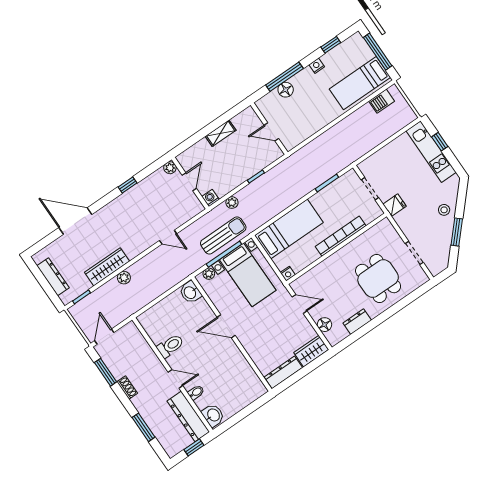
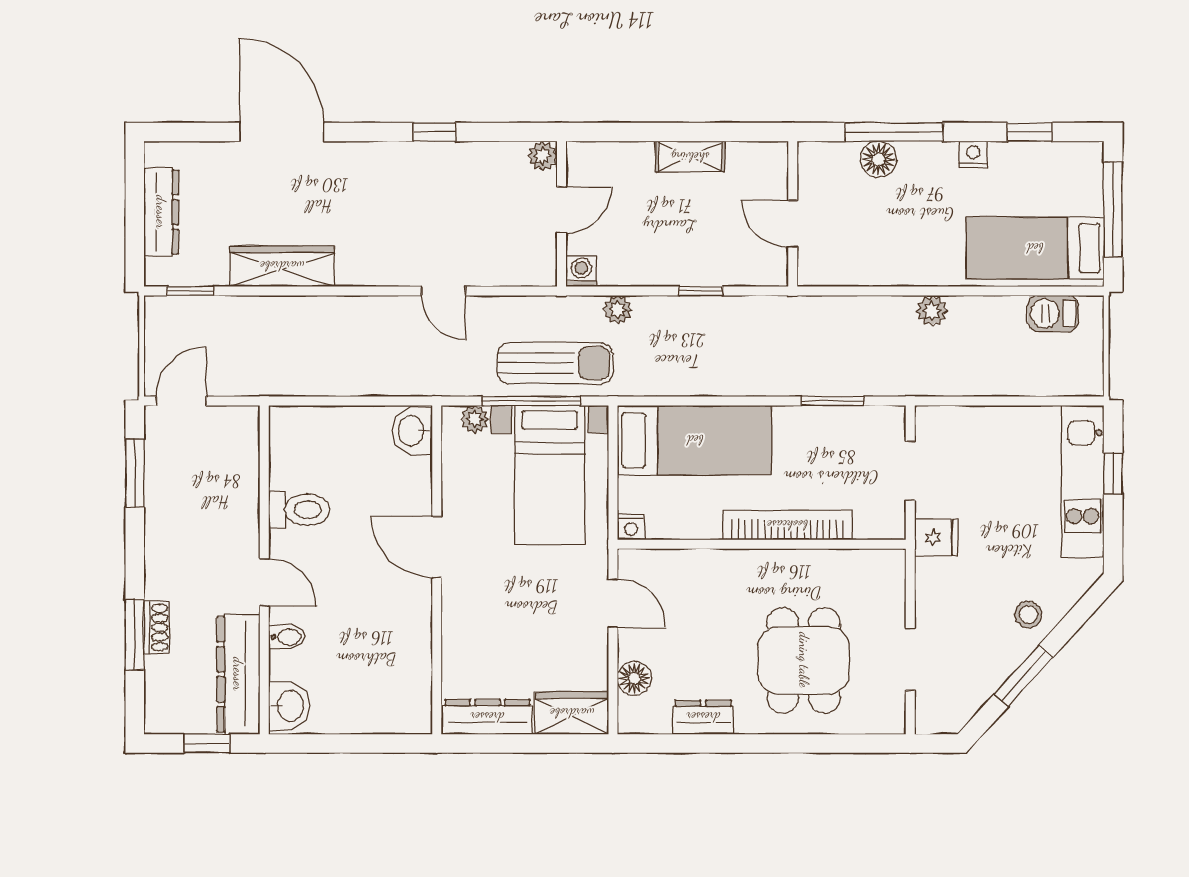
plant: (124, 278) -> (932, 311), moved
shoe rack: (127, 388) -> (157, 627), moved

